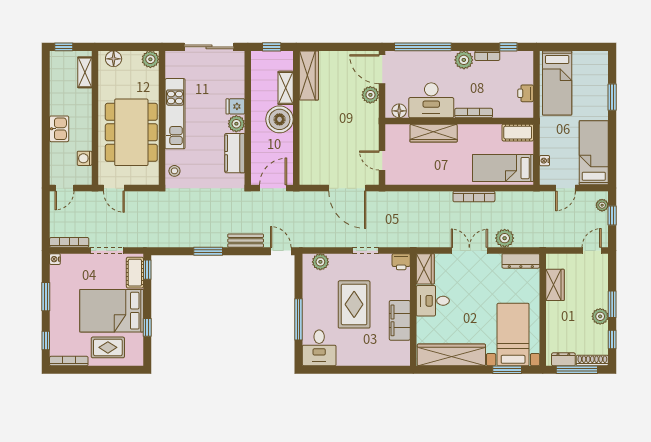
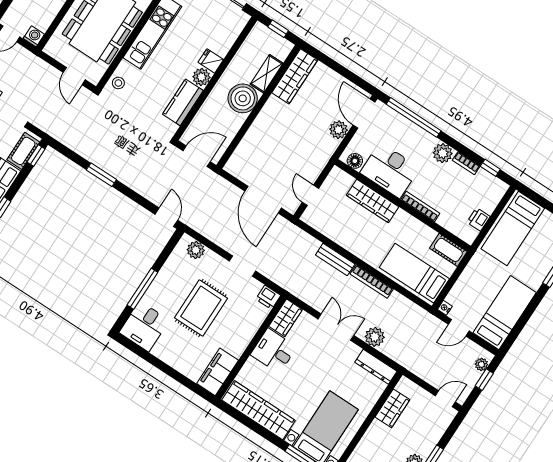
washing machine: (85, 158) -> (34, 36), moved, turned 90
nightstand: (545, 161) -> (445, 308), moved
door: (114, 188) -> (74, 76), moved
bench: (246, 241) -> (335, 259), moved
filing cabinet: (400, 320) -> (218, 372), moved

